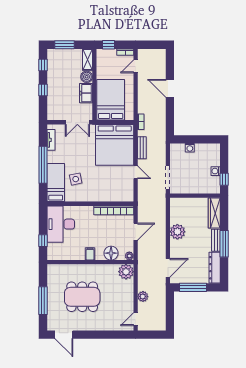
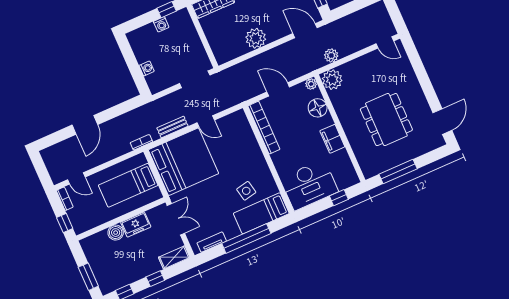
shelving: (87, 60) -> (174, 257), moved
bed: (111, 100) -> (128, 185), width x0.67
door: (136, 172) -> (206, 121), swing flipped
filing cabinet: (90, 254) -> (332, 139), width x2.00
plant: (143, 296) -> (331, 55), moved
window: (43, 301) -> (398, 172), moved

